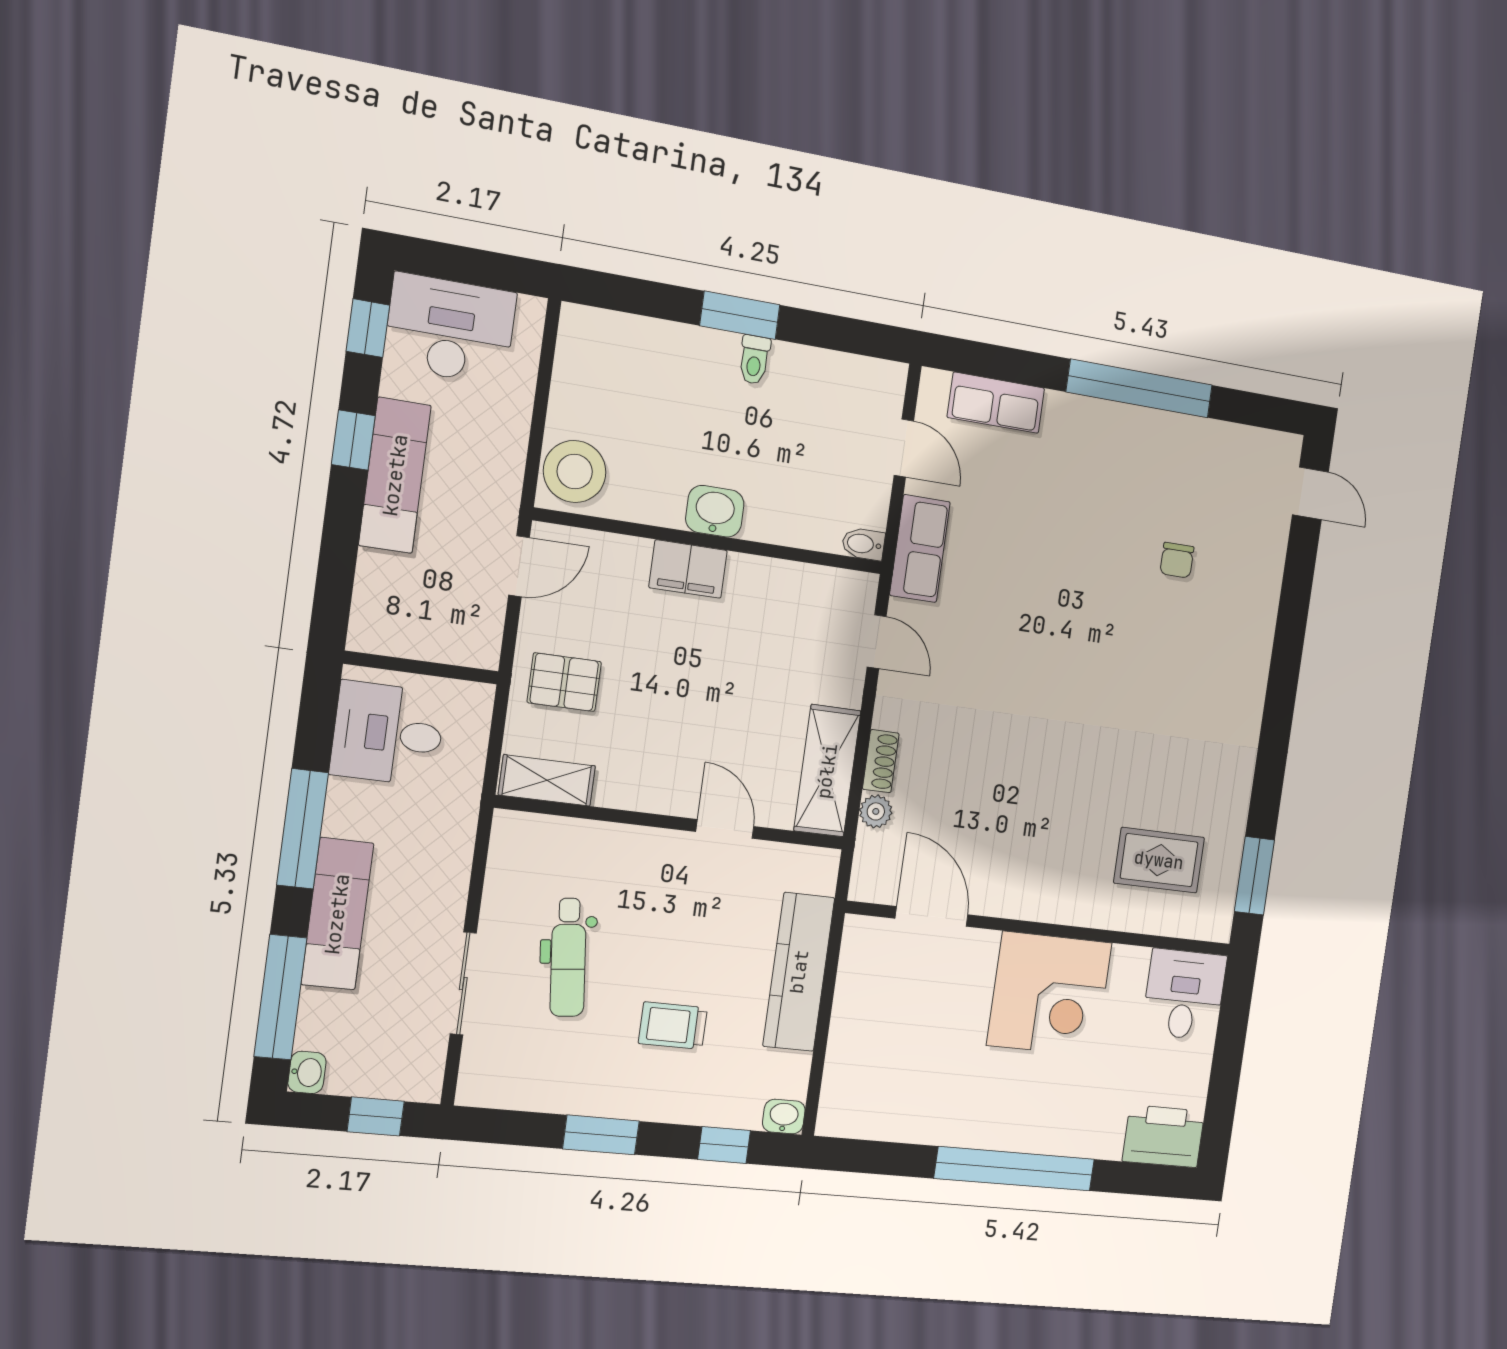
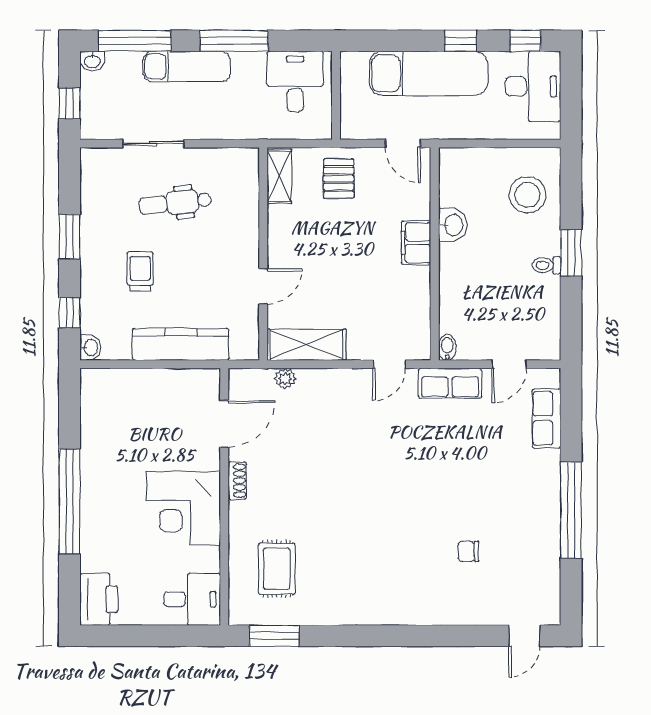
stool: (575, 472) -> (527, 195), moved
exam couch: (395, 475) -> (429, 73), width x1.36, depth x1.45
washbasin: (715, 511) -> (453, 225), moved
shoe rack: (881, 761) -> (237, 481), moved, turned -90

